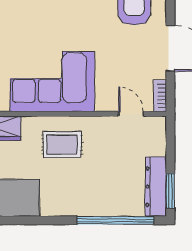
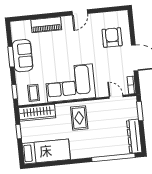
rug: (62, 145) -> (79, 118), turned 90
window: (170, 191) -> (140, 111), moved

